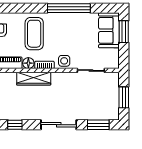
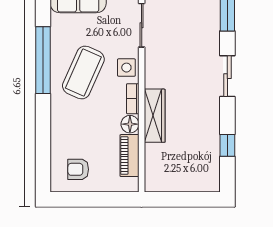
coffee table: (34, 34) -> (83, 72), moved, turned -66
sliding door: (59, 125) -> (227, 76), width x0.73

